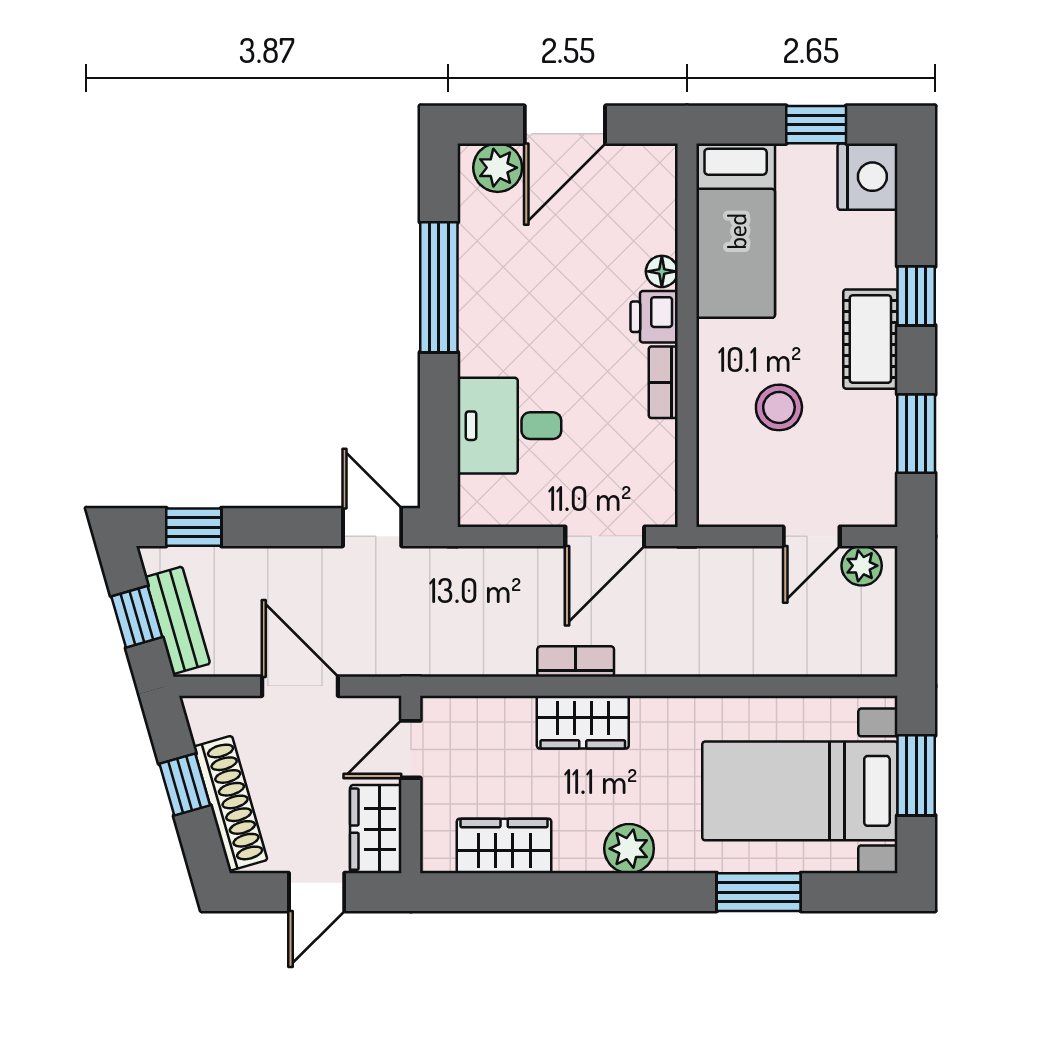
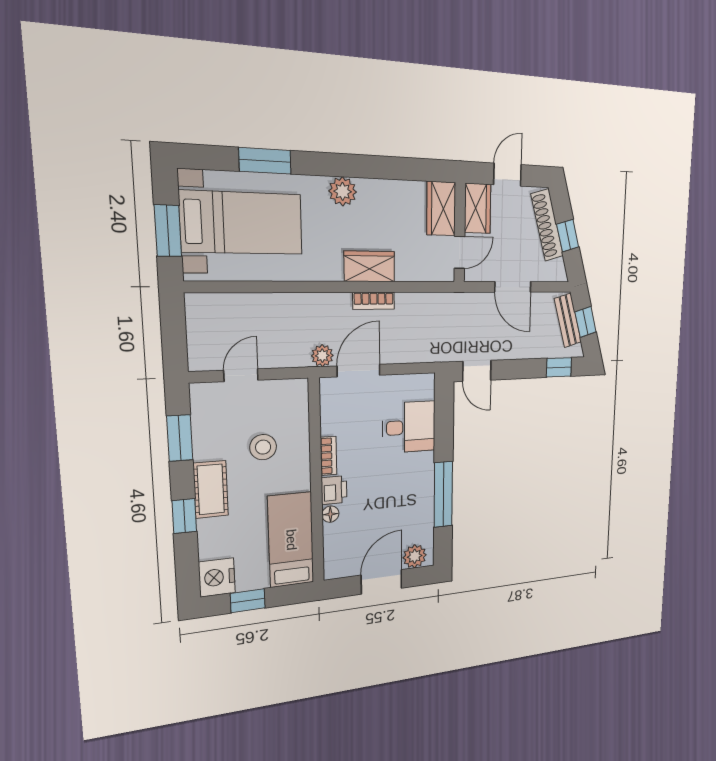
plant: (862, 566) -> (322, 356), moved
wardrobe: (504, 846) -> (441, 209), moved, turned 90

